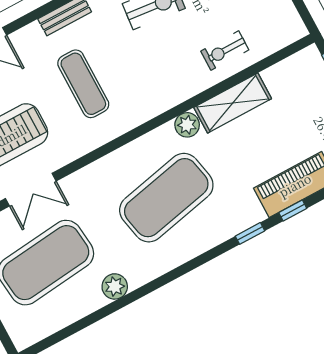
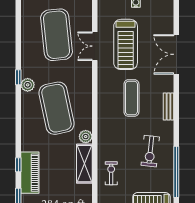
exercise mat: (83, 84) -> (131, 98), turned 90
window: (250, 233) -> (18, 77), moved
plant: (115, 286) -> (28, 85), moved

